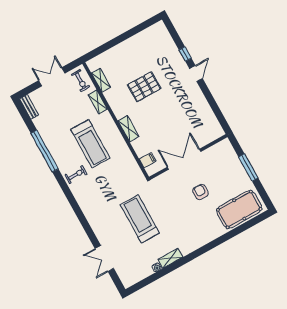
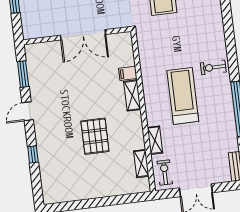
door: (196, 74) -> (28, 111), moved
pallet: (144, 87) -> (95, 136), turned 90
window: (217, 111) -> (23, 74), added
filing cabinet: (148, 160) -> (128, 73), moved

